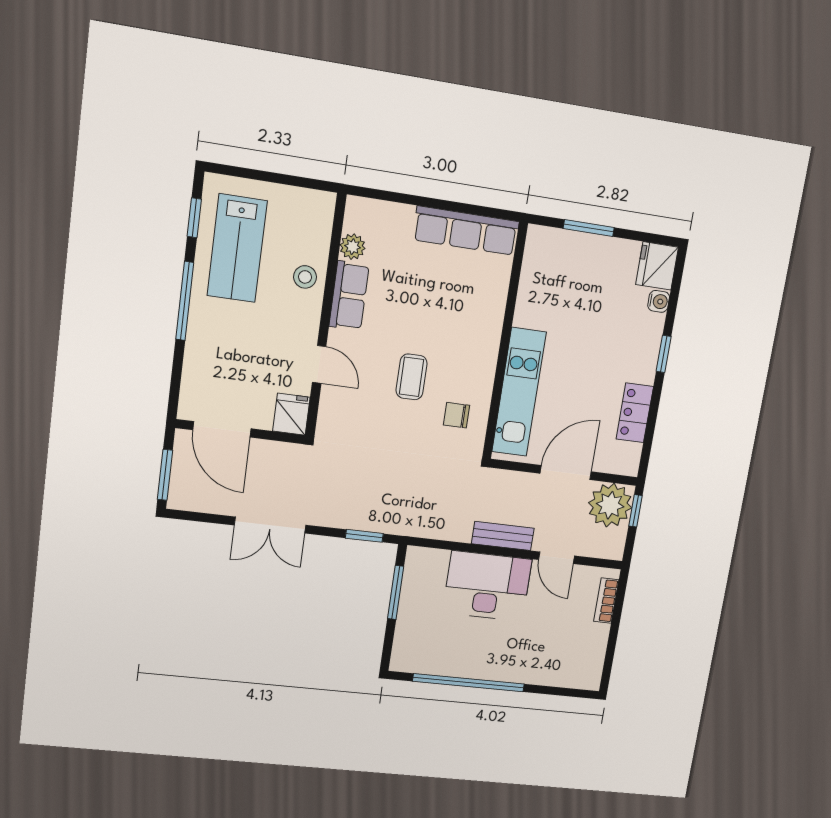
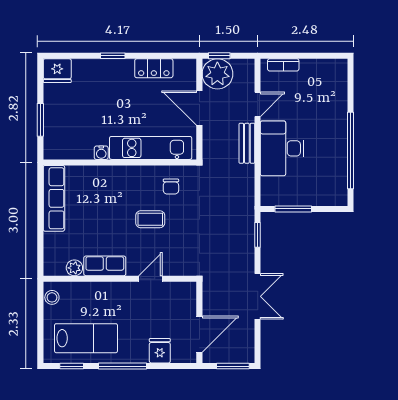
stool: (305, 277) -> (52, 297), moved
water cooler: (659, 301) -> (101, 153), moved, turned 180
fridge: (291, 414) -> (160, 351), moved, turned 90

